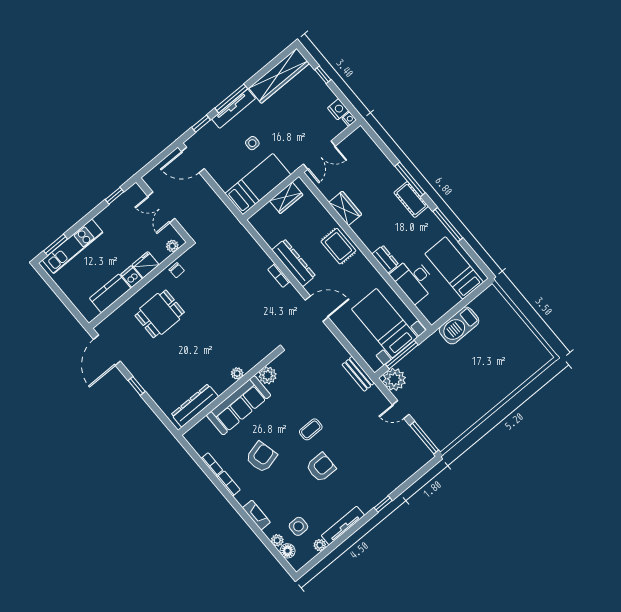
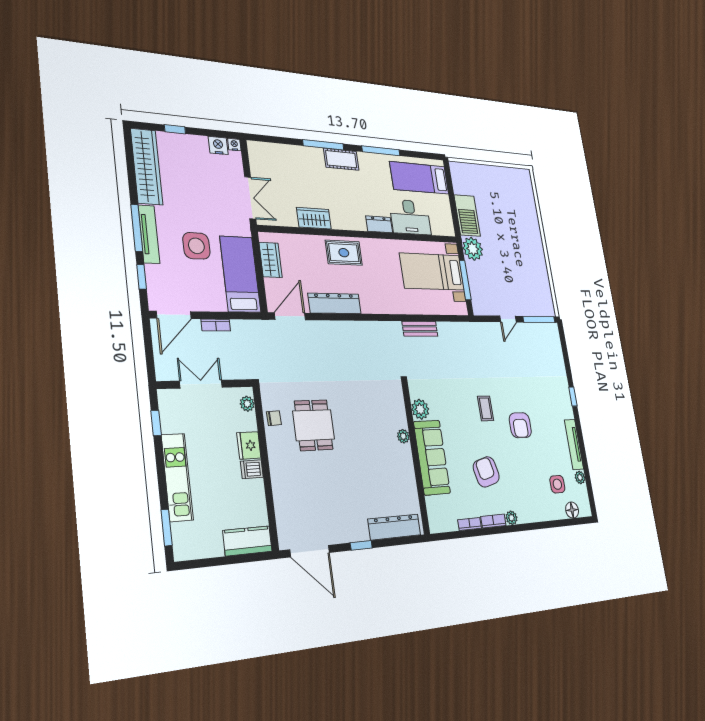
side table: (252, 143) -> (196, 246), width x1.87, depth x1.87
double door: (161, 207) -> (201, 384), swing flipped
kitchen unit: (73, 246) -> (177, 477), moved
bookcase: (279, 275) -> (216, 325), moved
kitchen counter: (110, 293) -> (248, 541), moved, turned 90
door: (317, 309) -> (290, 316), moved
dining table: (160, 314) -> (314, 425), moved
bench: (358, 374) -> (420, 329), moved
plant: (394, 379) -> (473, 249), moved
dresser: (195, 405) -> (394, 527), moved, turned 90
armchair: (321, 467) -> (520, 425), turned 180
fireplace: (256, 515) -> (531, 516), removed
plant: (277, 540) -> (511, 518), moved

